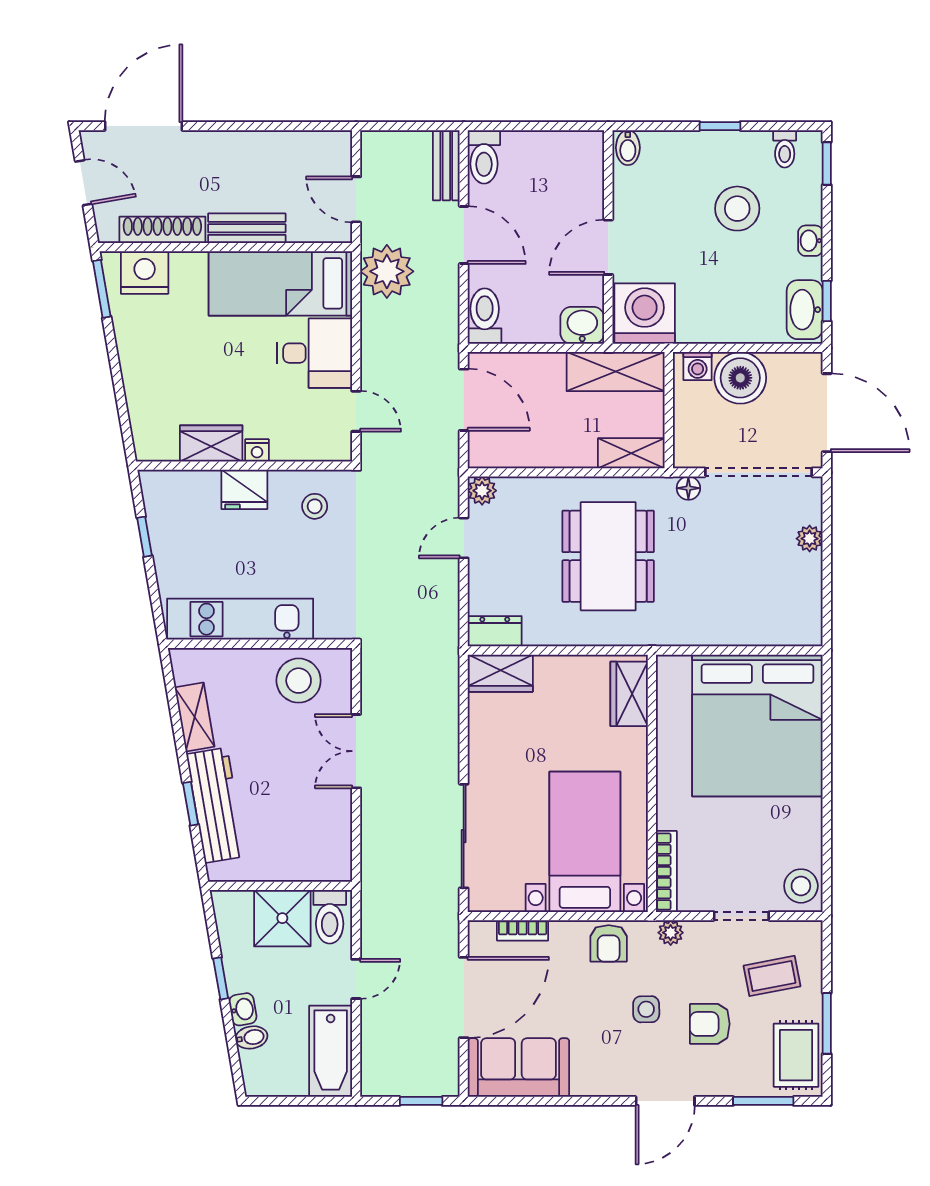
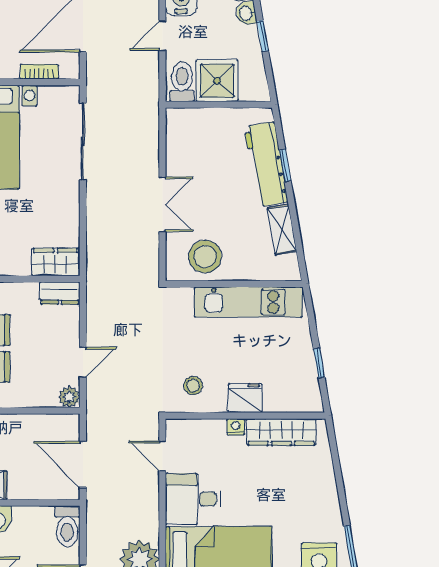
wardrobe: (211, 443) -> (281, 432), width x1.50

